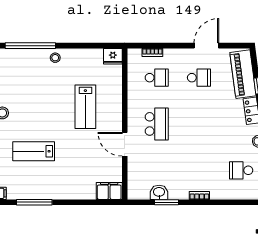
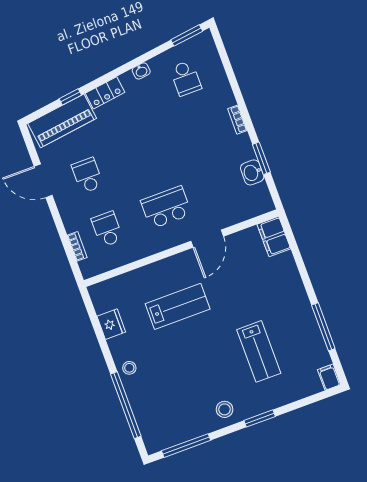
fridge: (113, 56) -> (111, 324), moved

